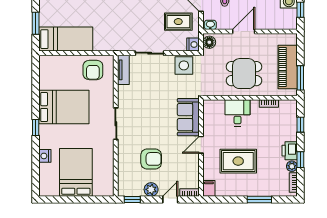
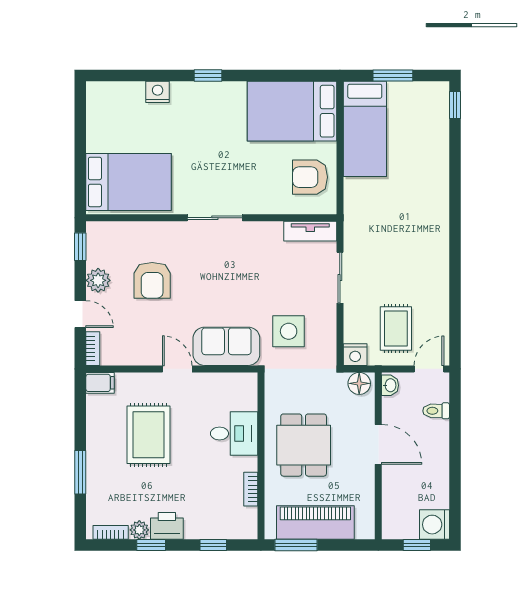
side table: (184, 65) -> (289, 331), moved
bed: (64, 107) -> (292, 111), moved, turned 90
bed: (76, 172) -> (129, 182), moved

